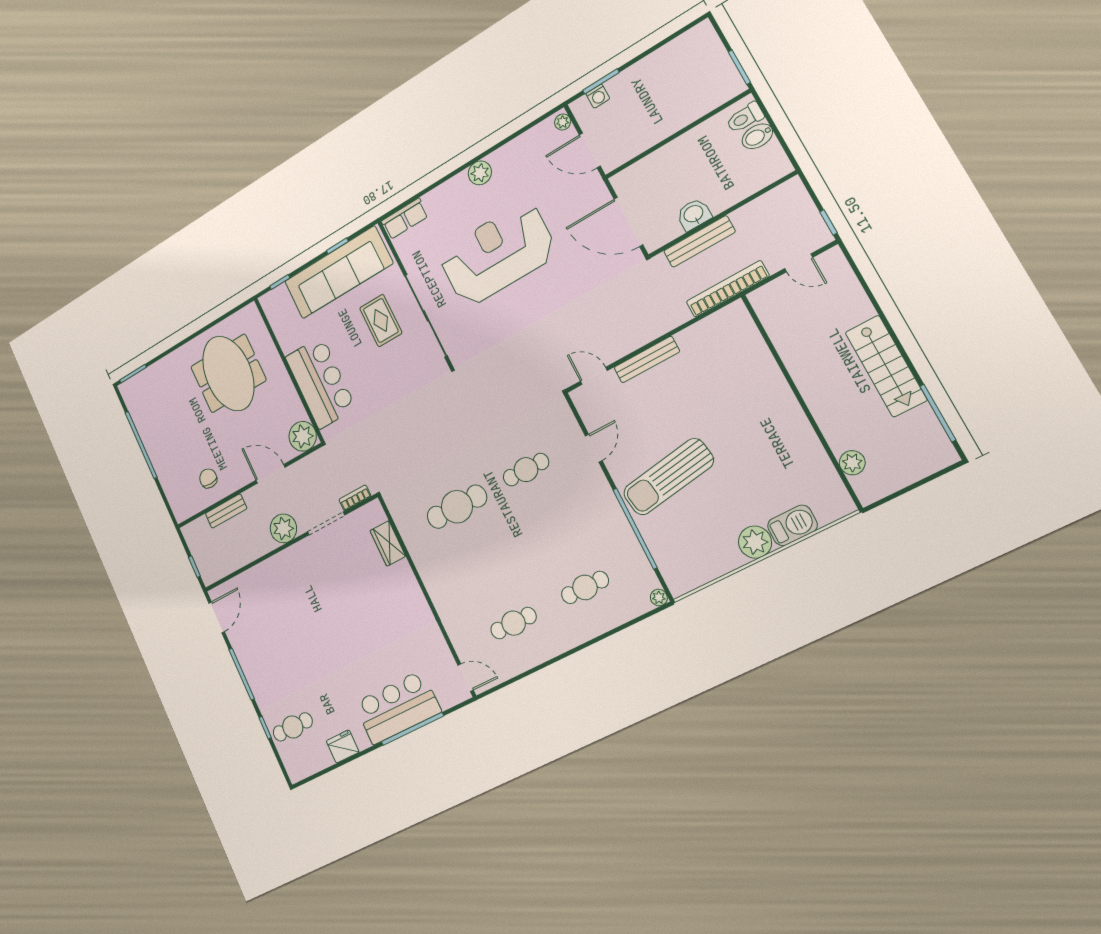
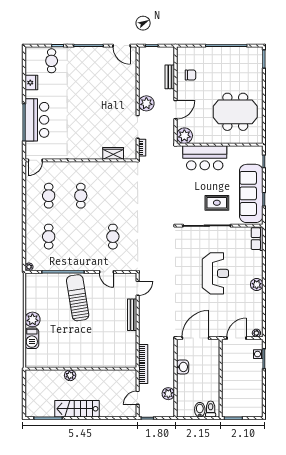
plant: (759, 211) -> (168, 394), added
bench: (699, 241) -> (170, 363), removed
reception desk: (497, 254) -> (215, 273), width x0.74, depth x0.77
plant: (852, 463) -> (70, 375), moved
cafe table: (457, 507) -> (81, 196), moved, width x0.73, depth x0.74

